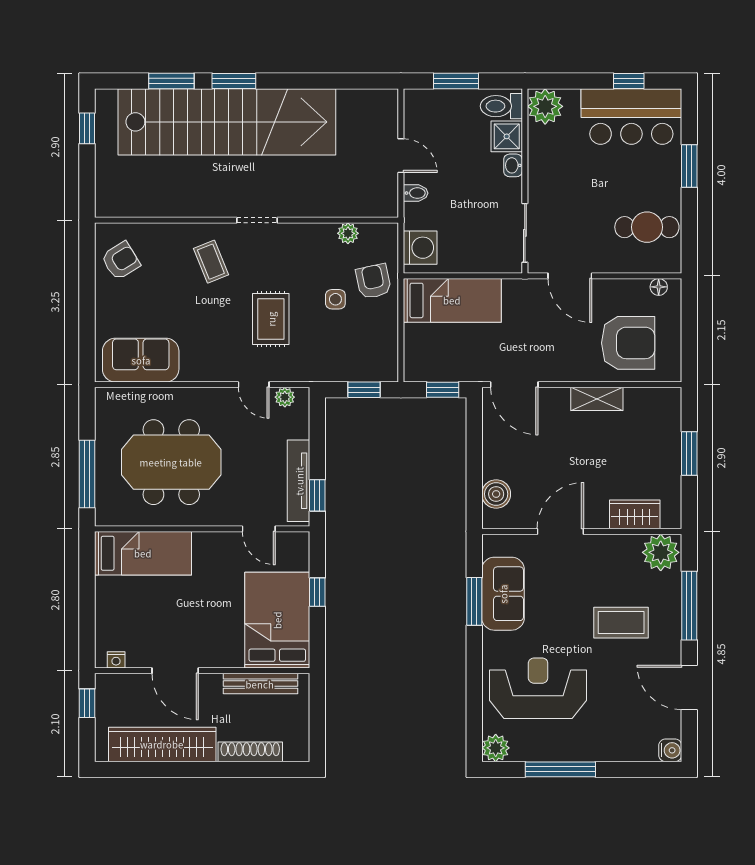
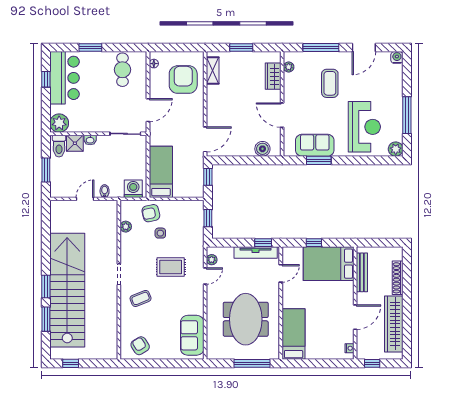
shelving: (597, 399) -> (213, 71), moved
plant: (661, 552) -> (289, 67), width x0.53, depth x0.53
reception desk: (538, 688) -> (364, 127), turned 180

